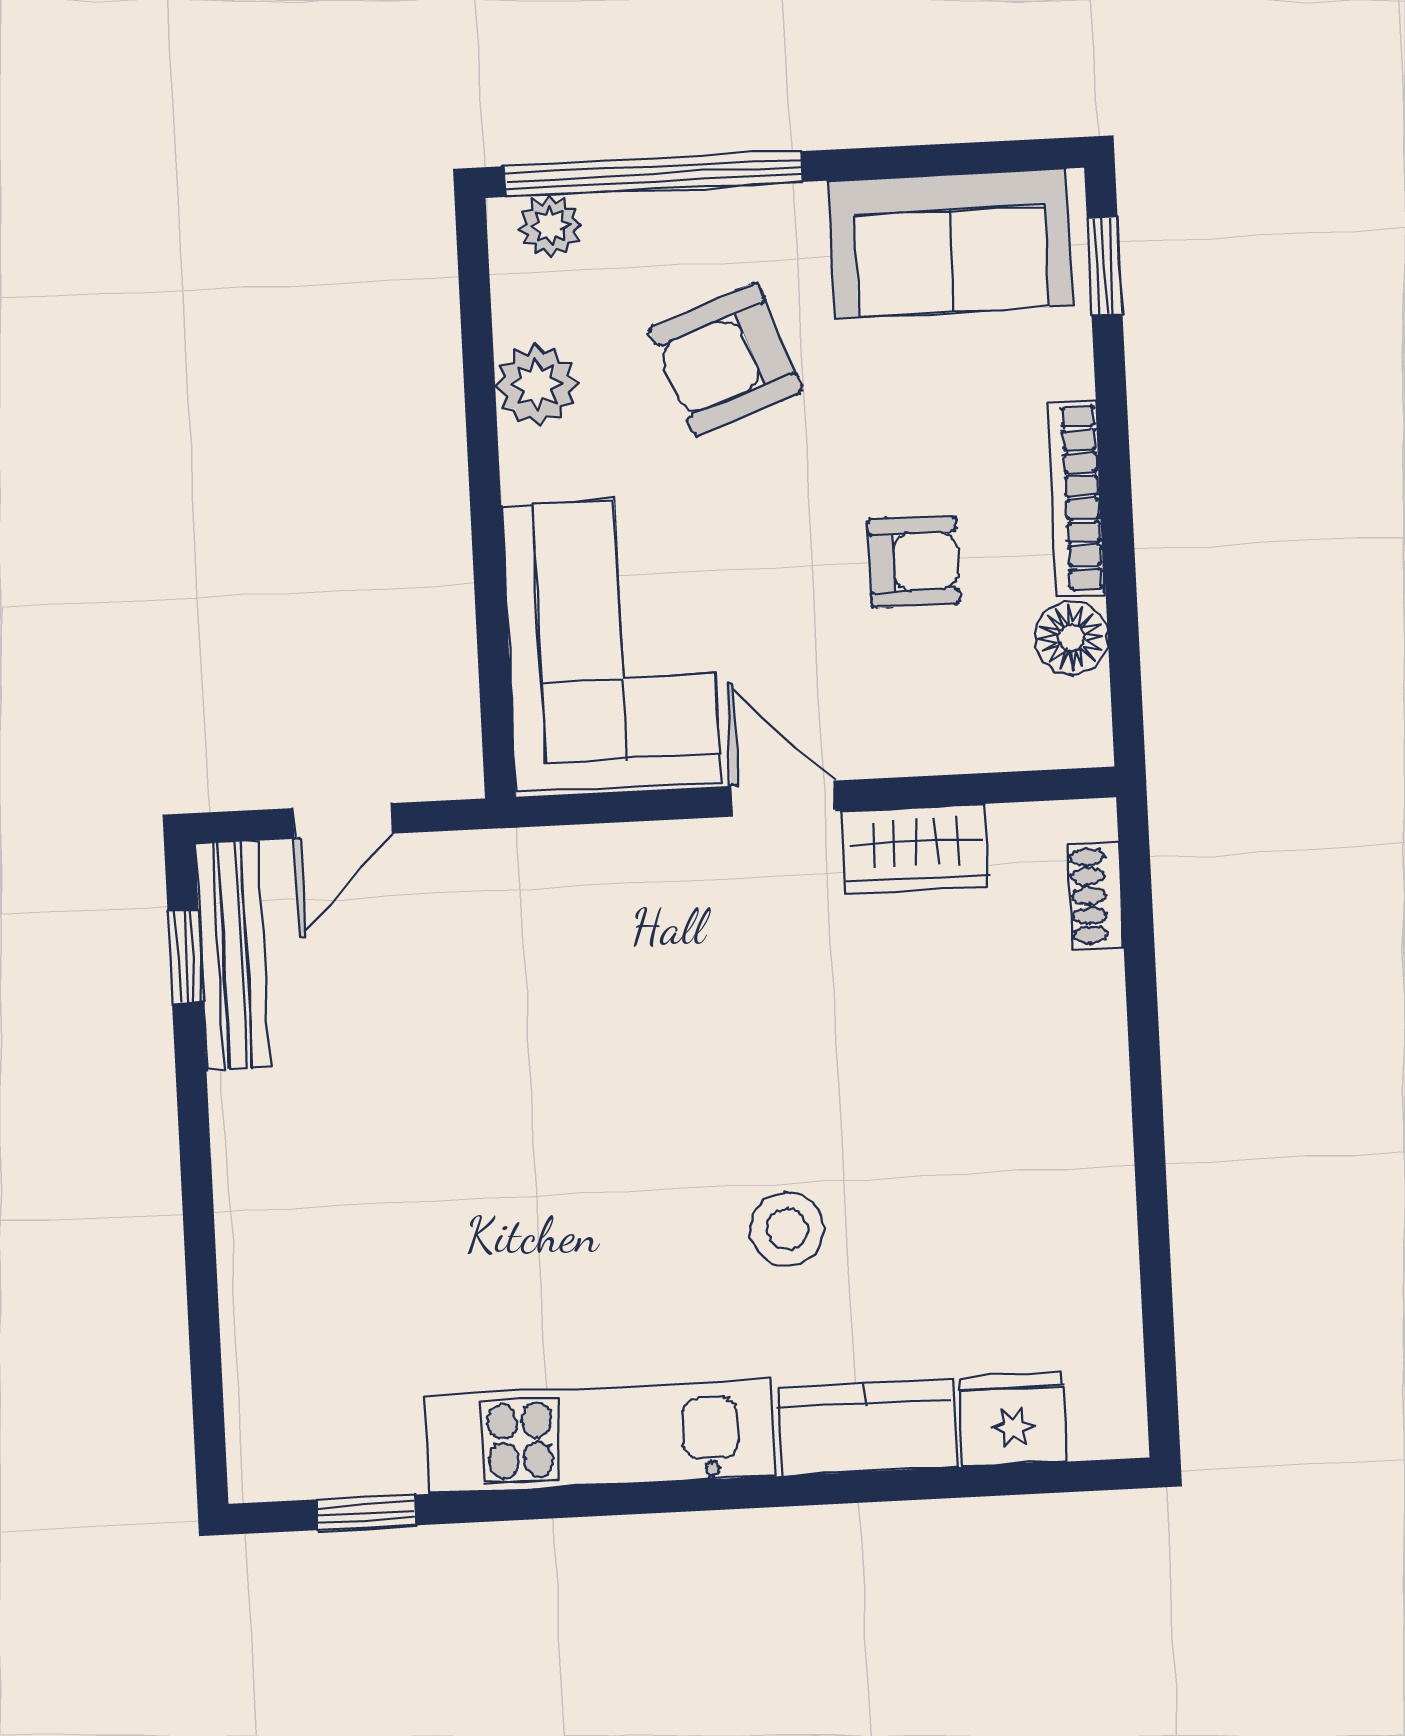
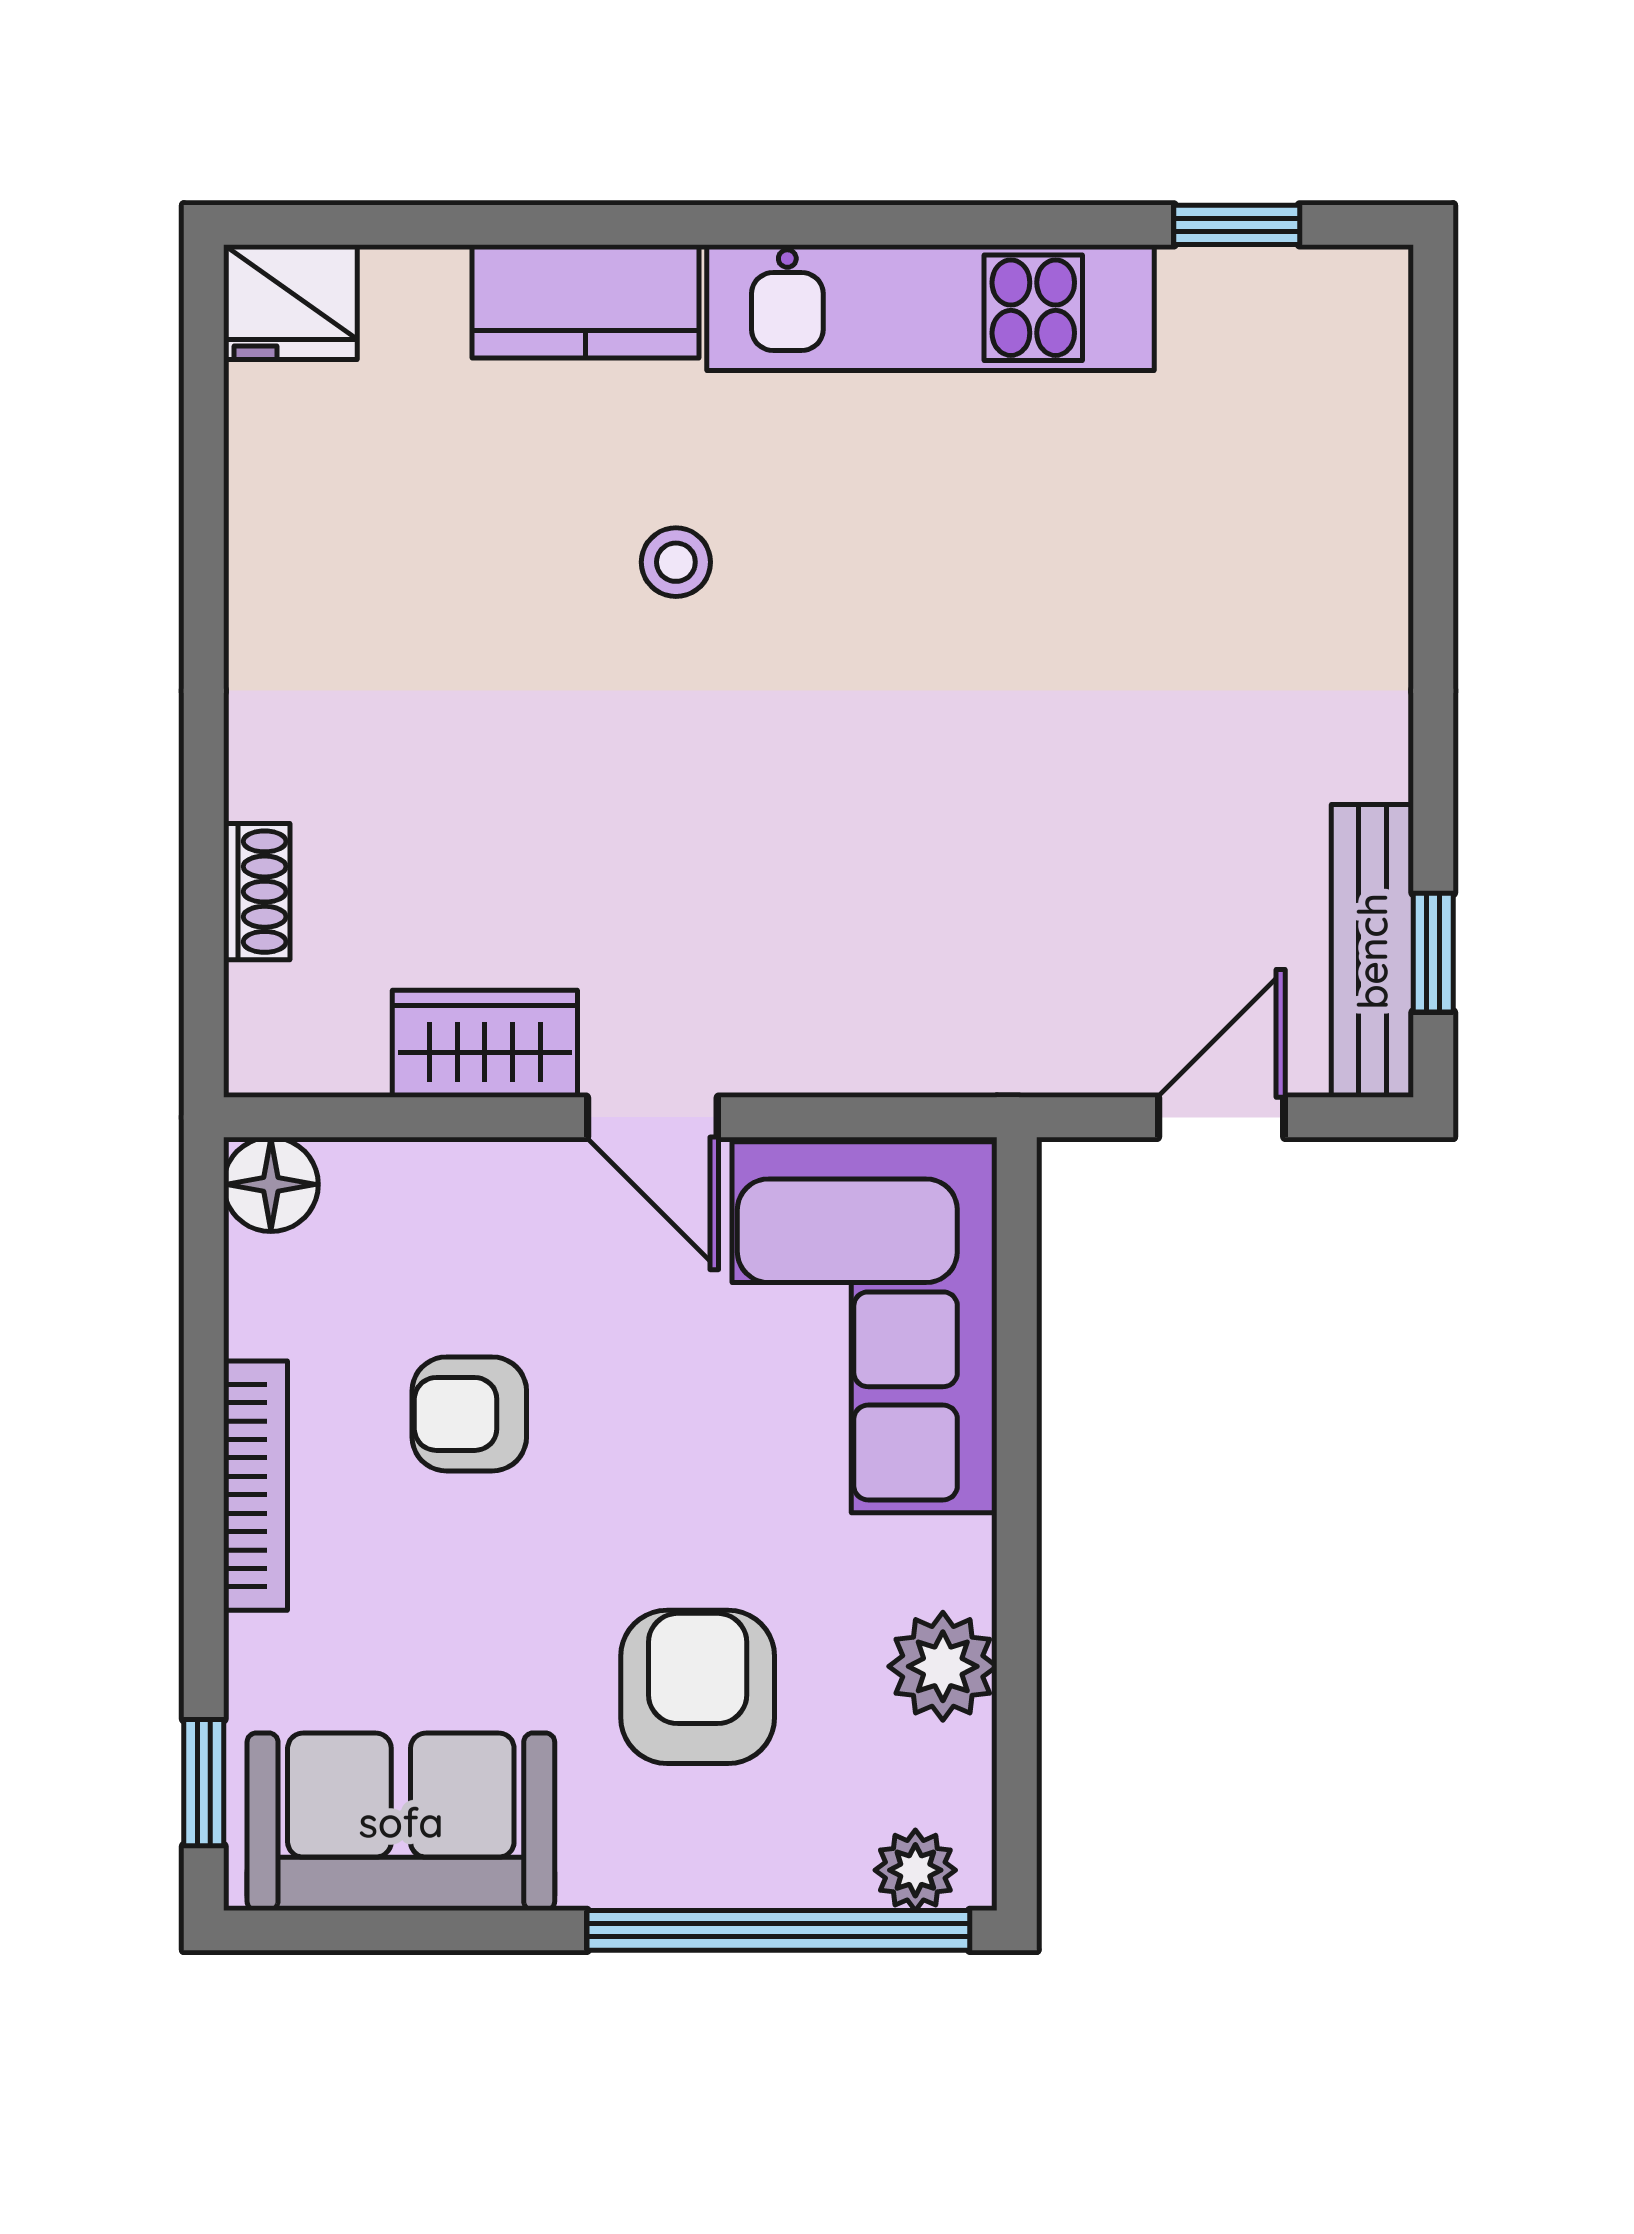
armchair: (726, 359) -> (698, 1687), turned -70
floor lamp: (1071, 638) -> (271, 1184), moved
shoe rack: (1095, 896) -> (257, 892), moved
stool: (787, 1229) -> (676, 562), width x0.73, depth x0.73
fridge: (1013, 1420) -> (290, 302), moved

